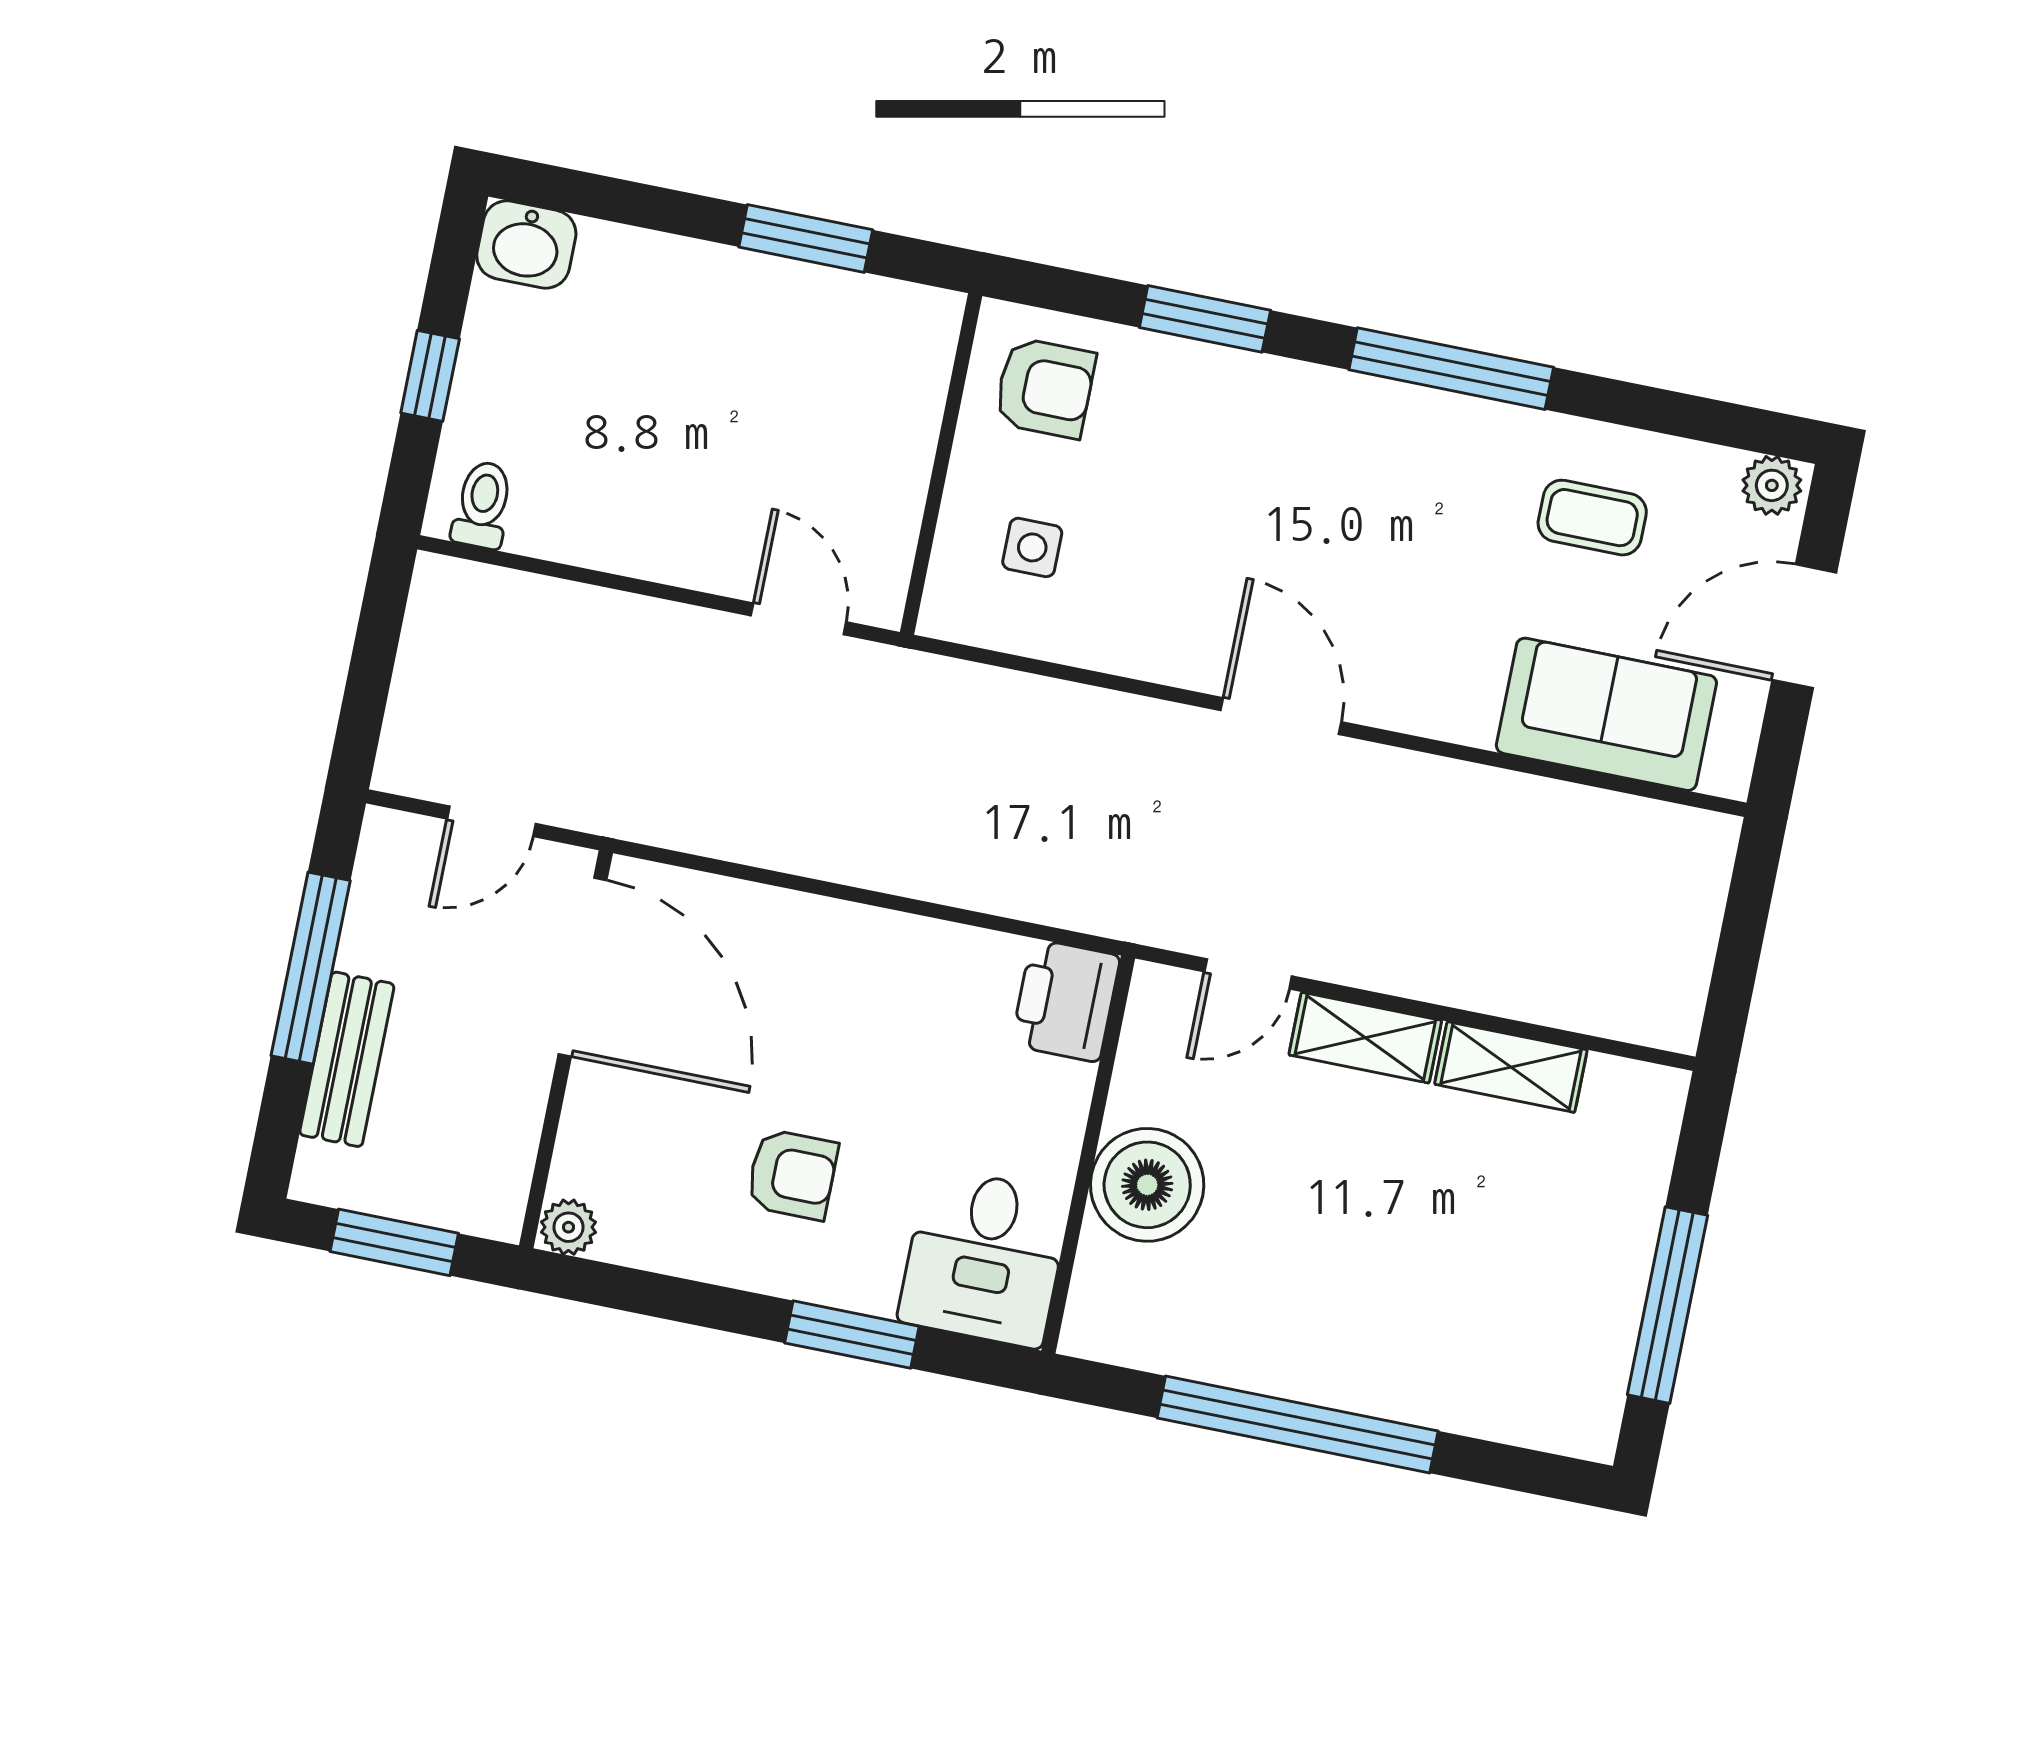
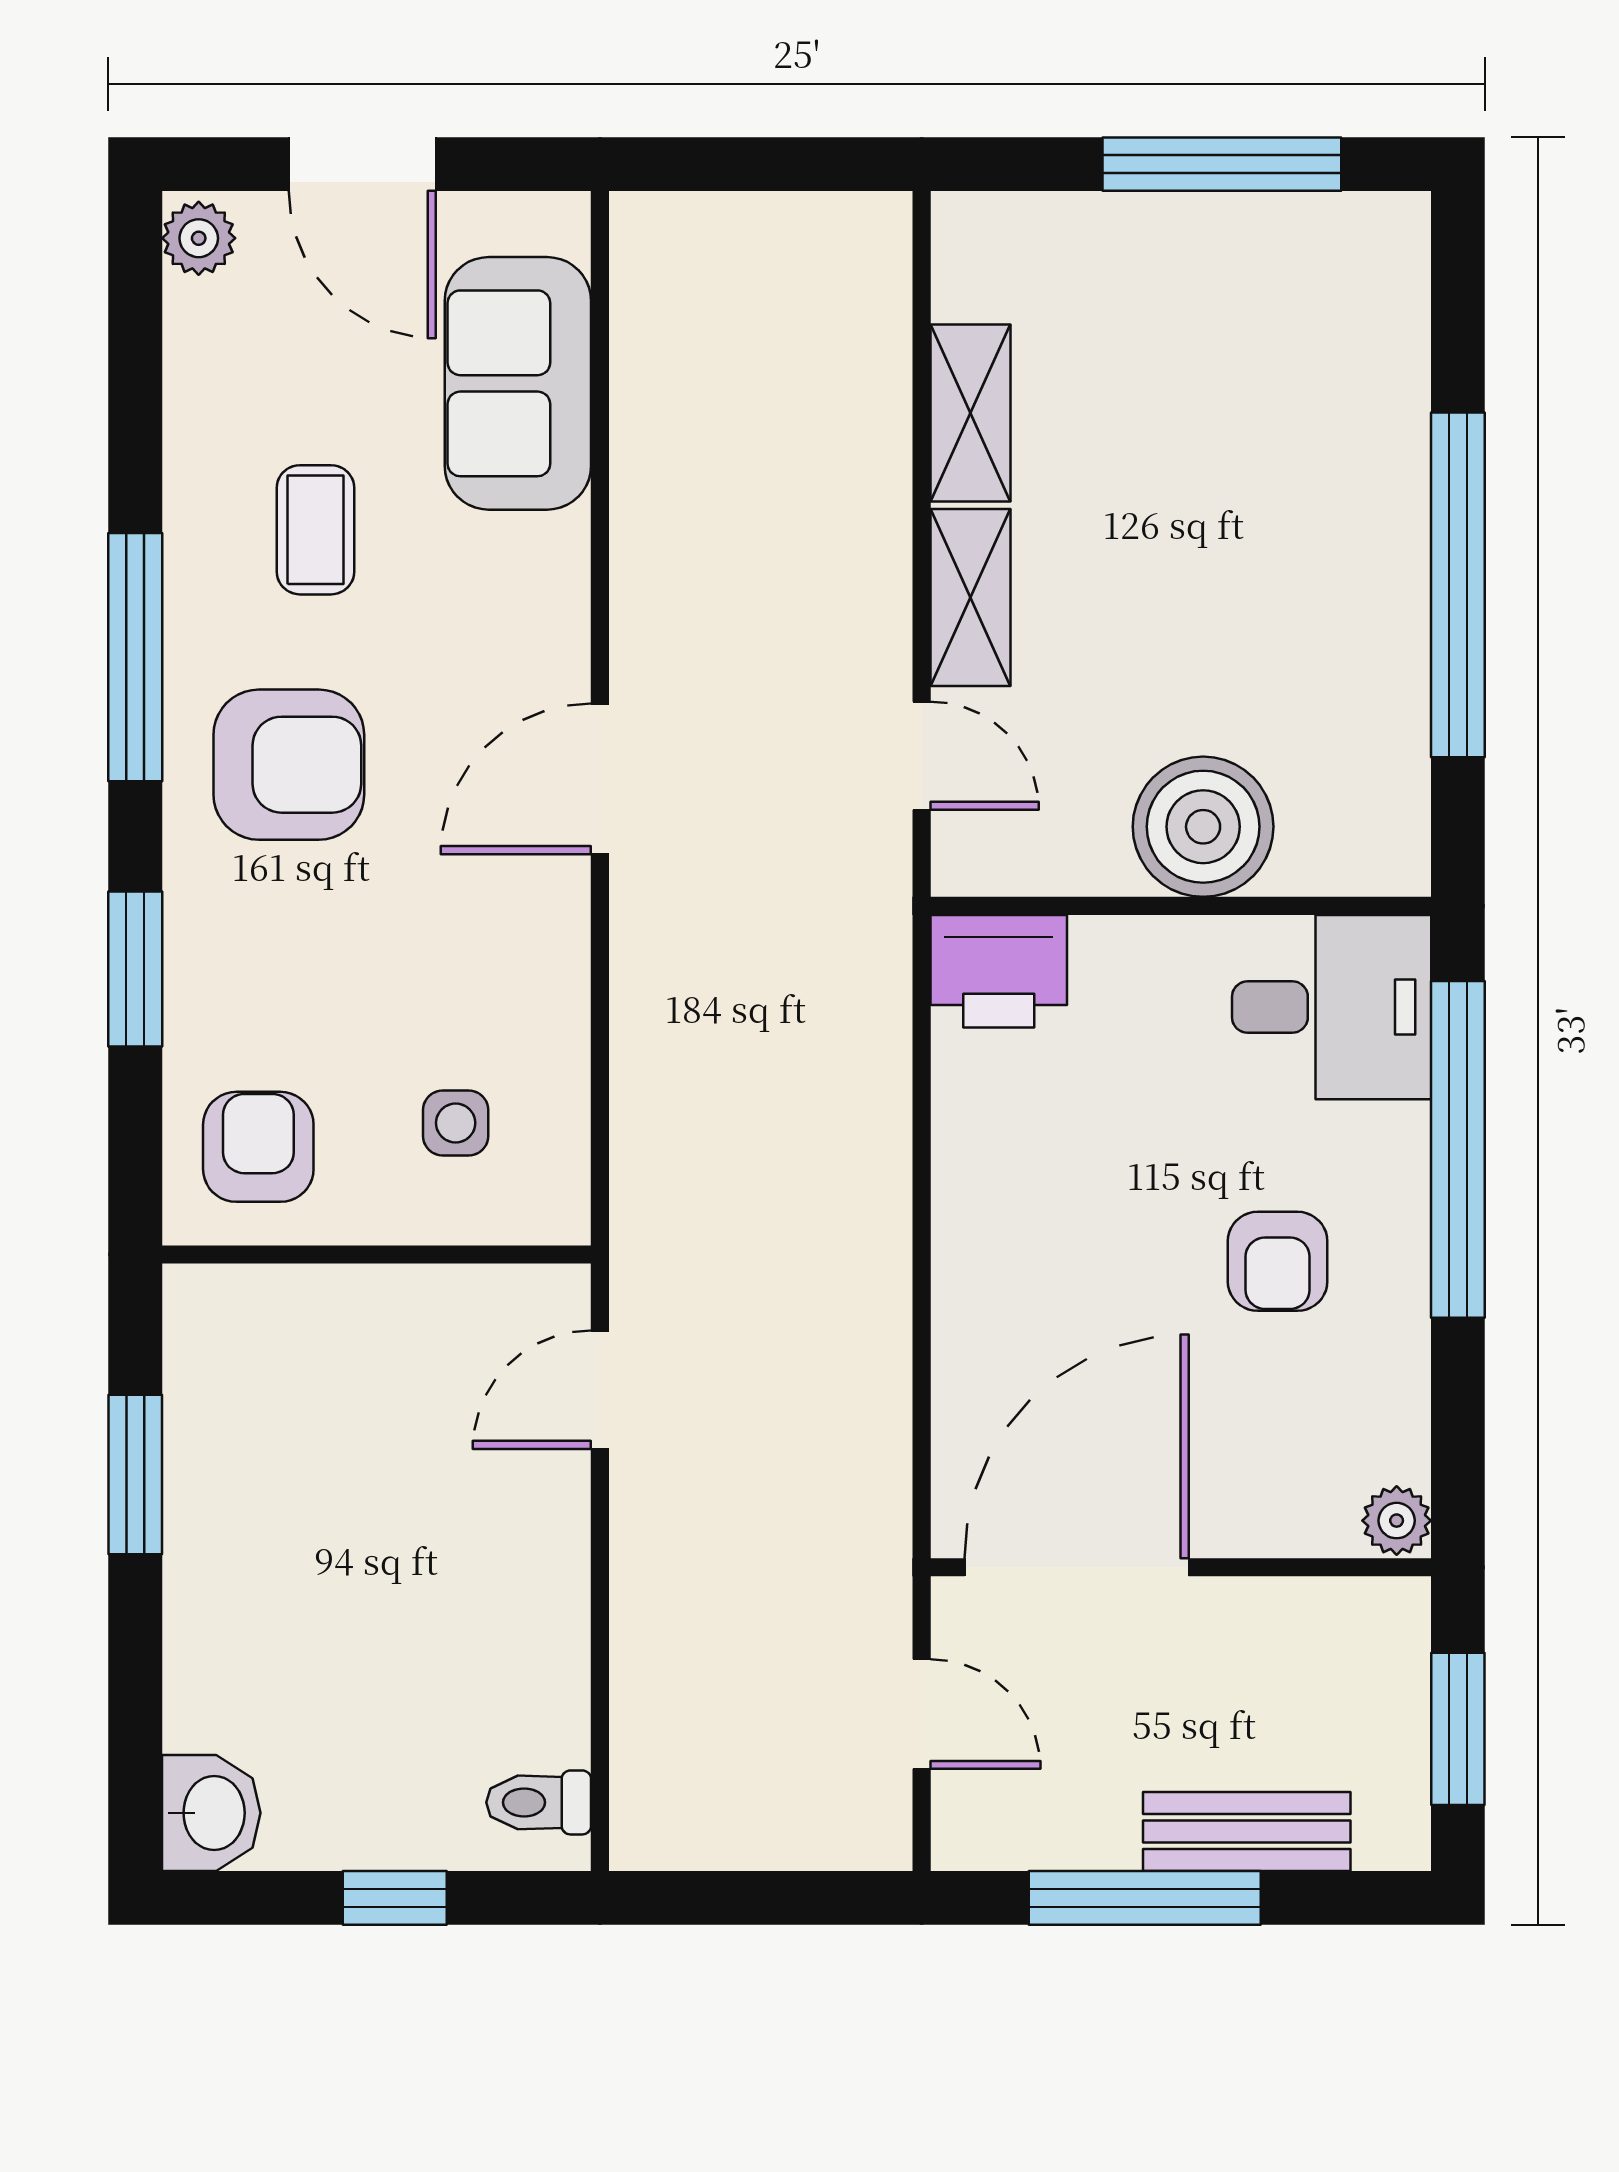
armchair: (1342, 473) -> (289, 765), added
coffee table: (1592, 518) -> (315, 530), moved
armchair: (792, 1174) -> (1278, 1261), turned 180
window: (852, 1335) -> (1458, 1149), width x2.11

